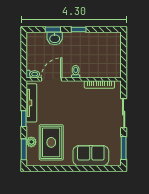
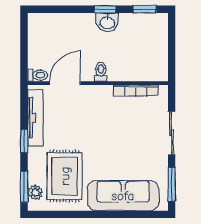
window: (53, 29) -> (145, 9), moved
washbasin: (55, 38) -> (107, 22), moved
plant: (31, 142) -> (35, 192), moved
sofa: (91, 156) -> (123, 196), width x1.36

